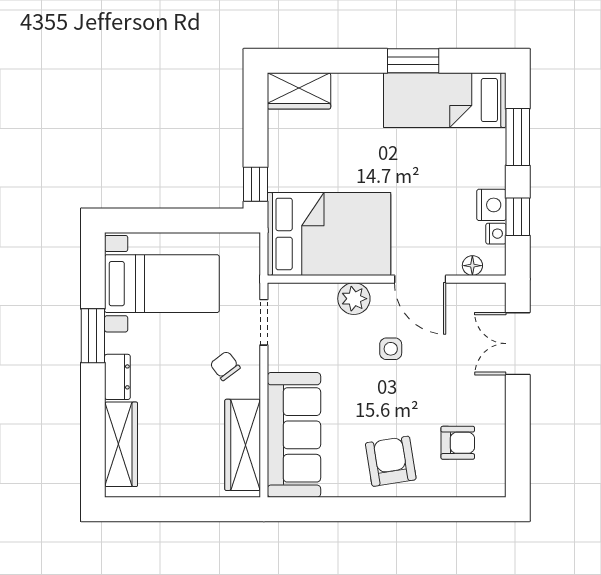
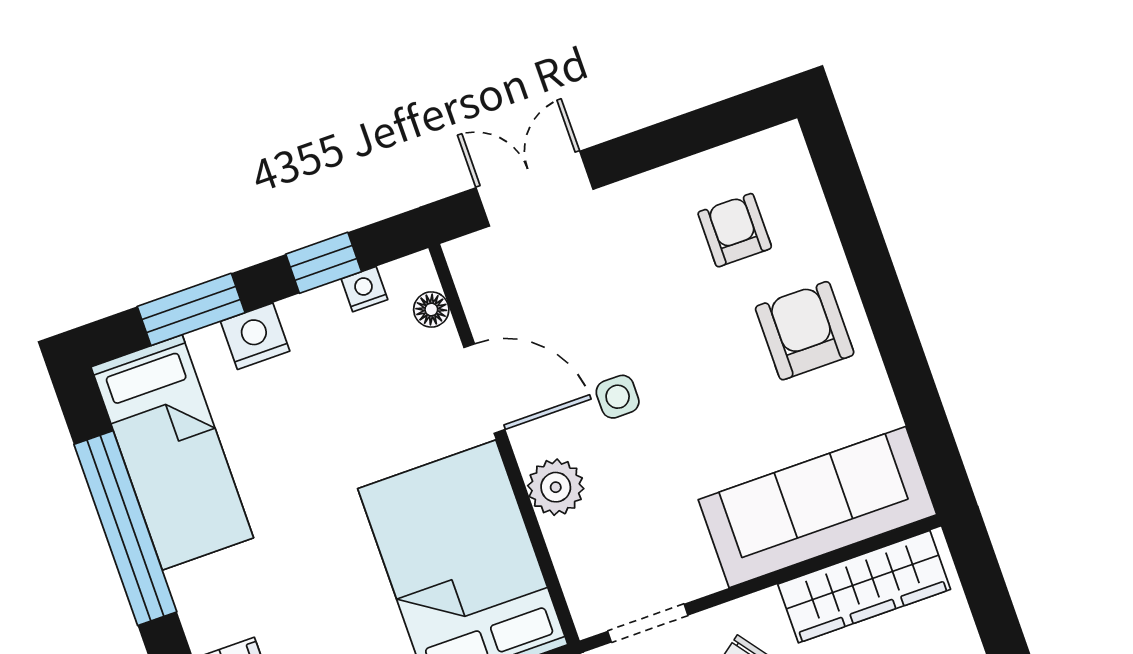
window: (413, 61) -> (125, 528), width x2.11
nightstand: (491, 205) -> (255, 336), moved
door: (420, 279) -> (484, 389), hinge flipped
double door: (518, 344) -> (535, 189), swing flipped
armchair: (391, 461) -> (805, 331), turned 99

